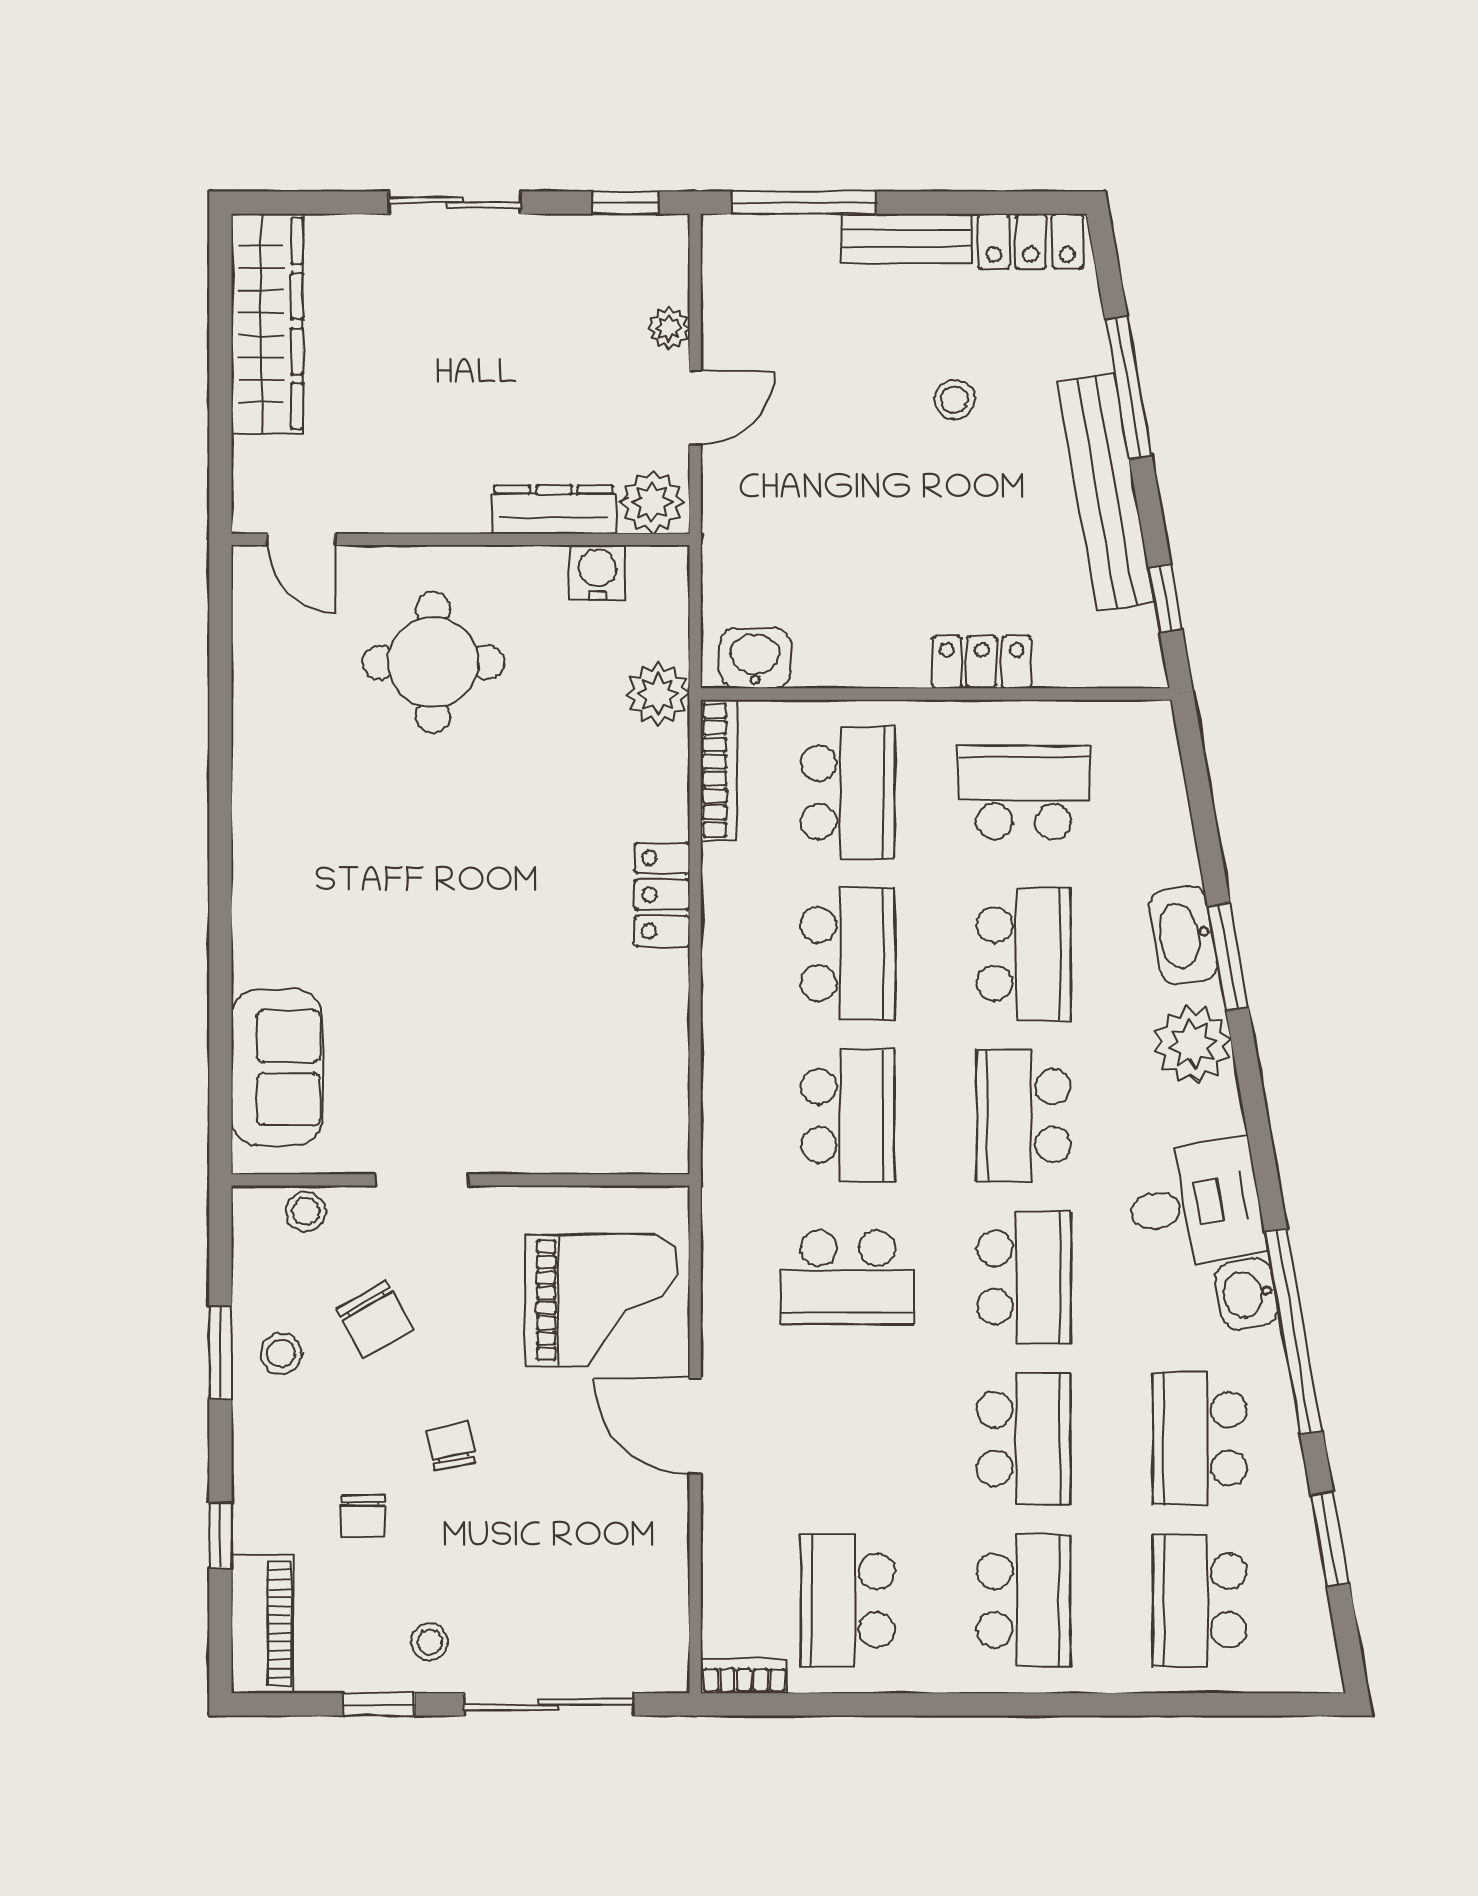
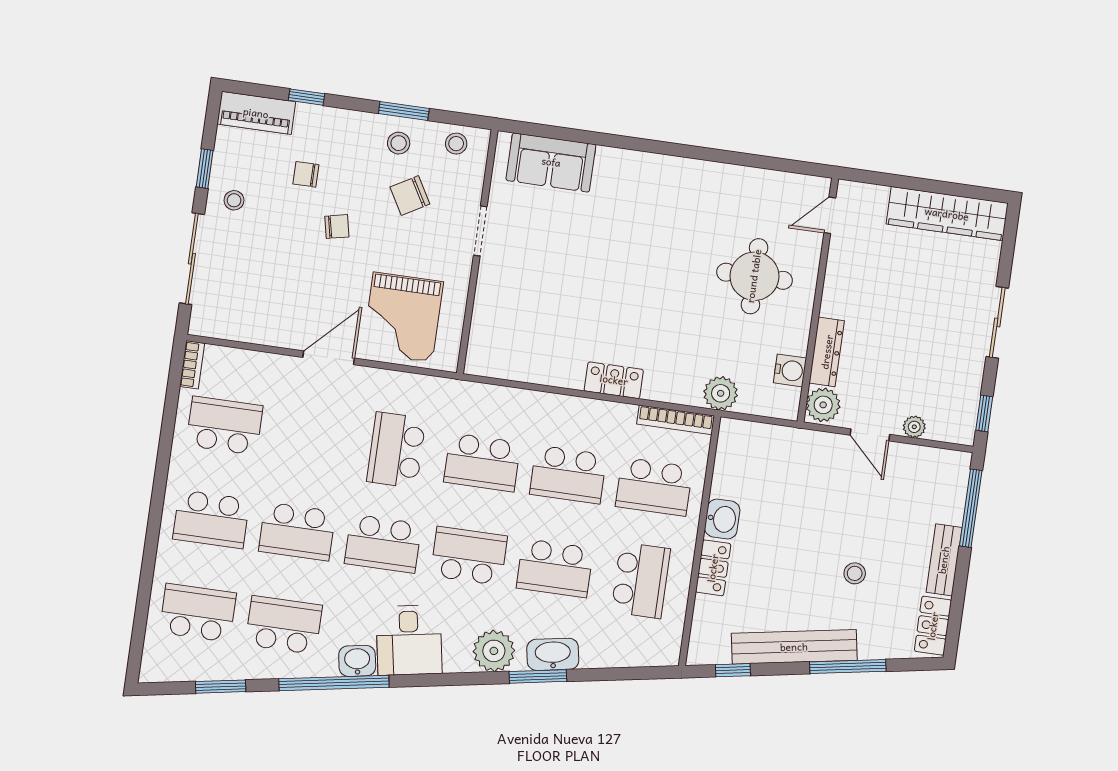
washbasin: (755, 658) -> (722, 519), moved
stool: (306, 1212) -> (456, 144), moved

